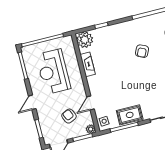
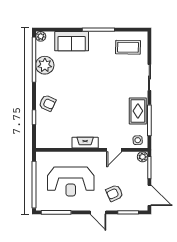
plant: (85, 40) -> (45, 65), moved
armchair: (142, 51) -> (47, 103), moved
fireplace: (88, 64) -> (85, 143), moved
door: (90, 103) -> (114, 150), hinge flipped
armchair: (69, 116) -> (114, 193), moved

